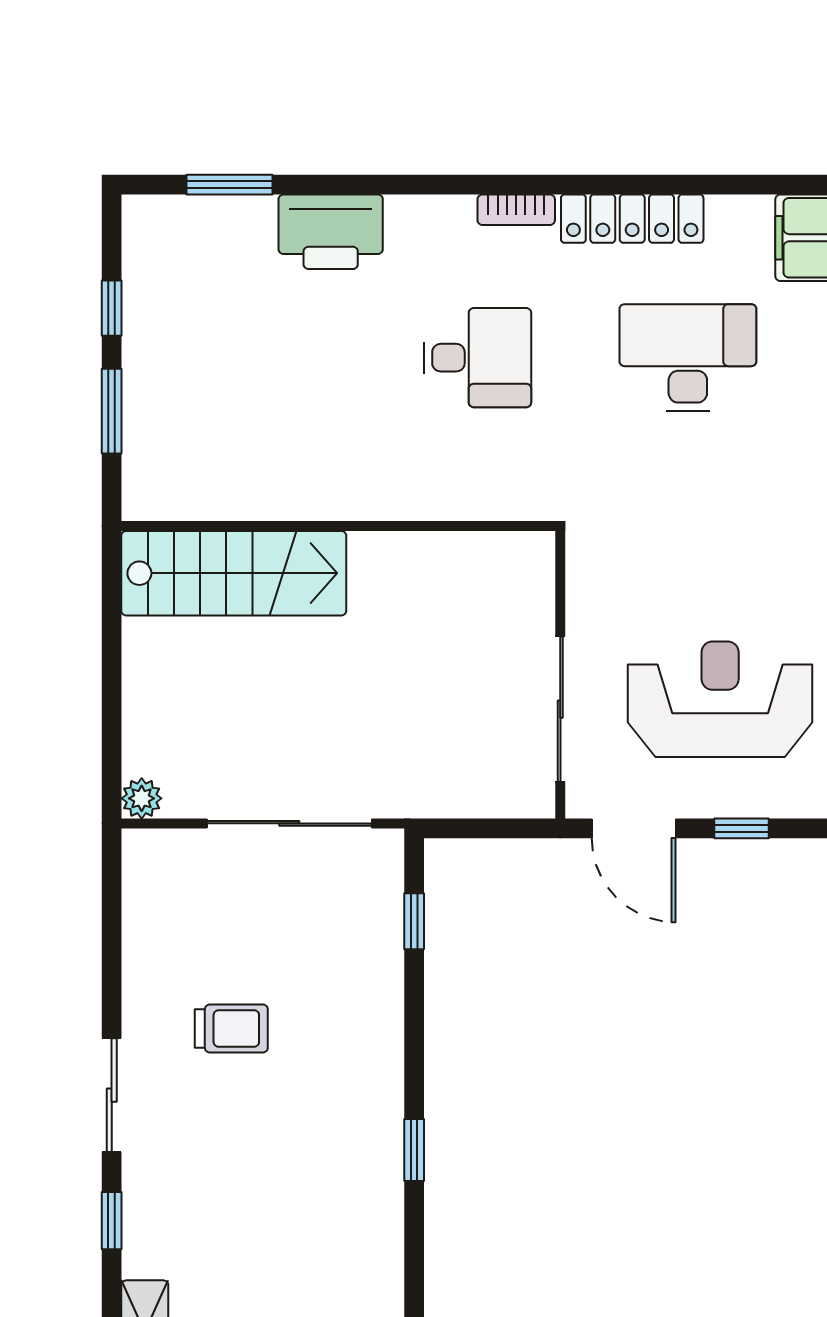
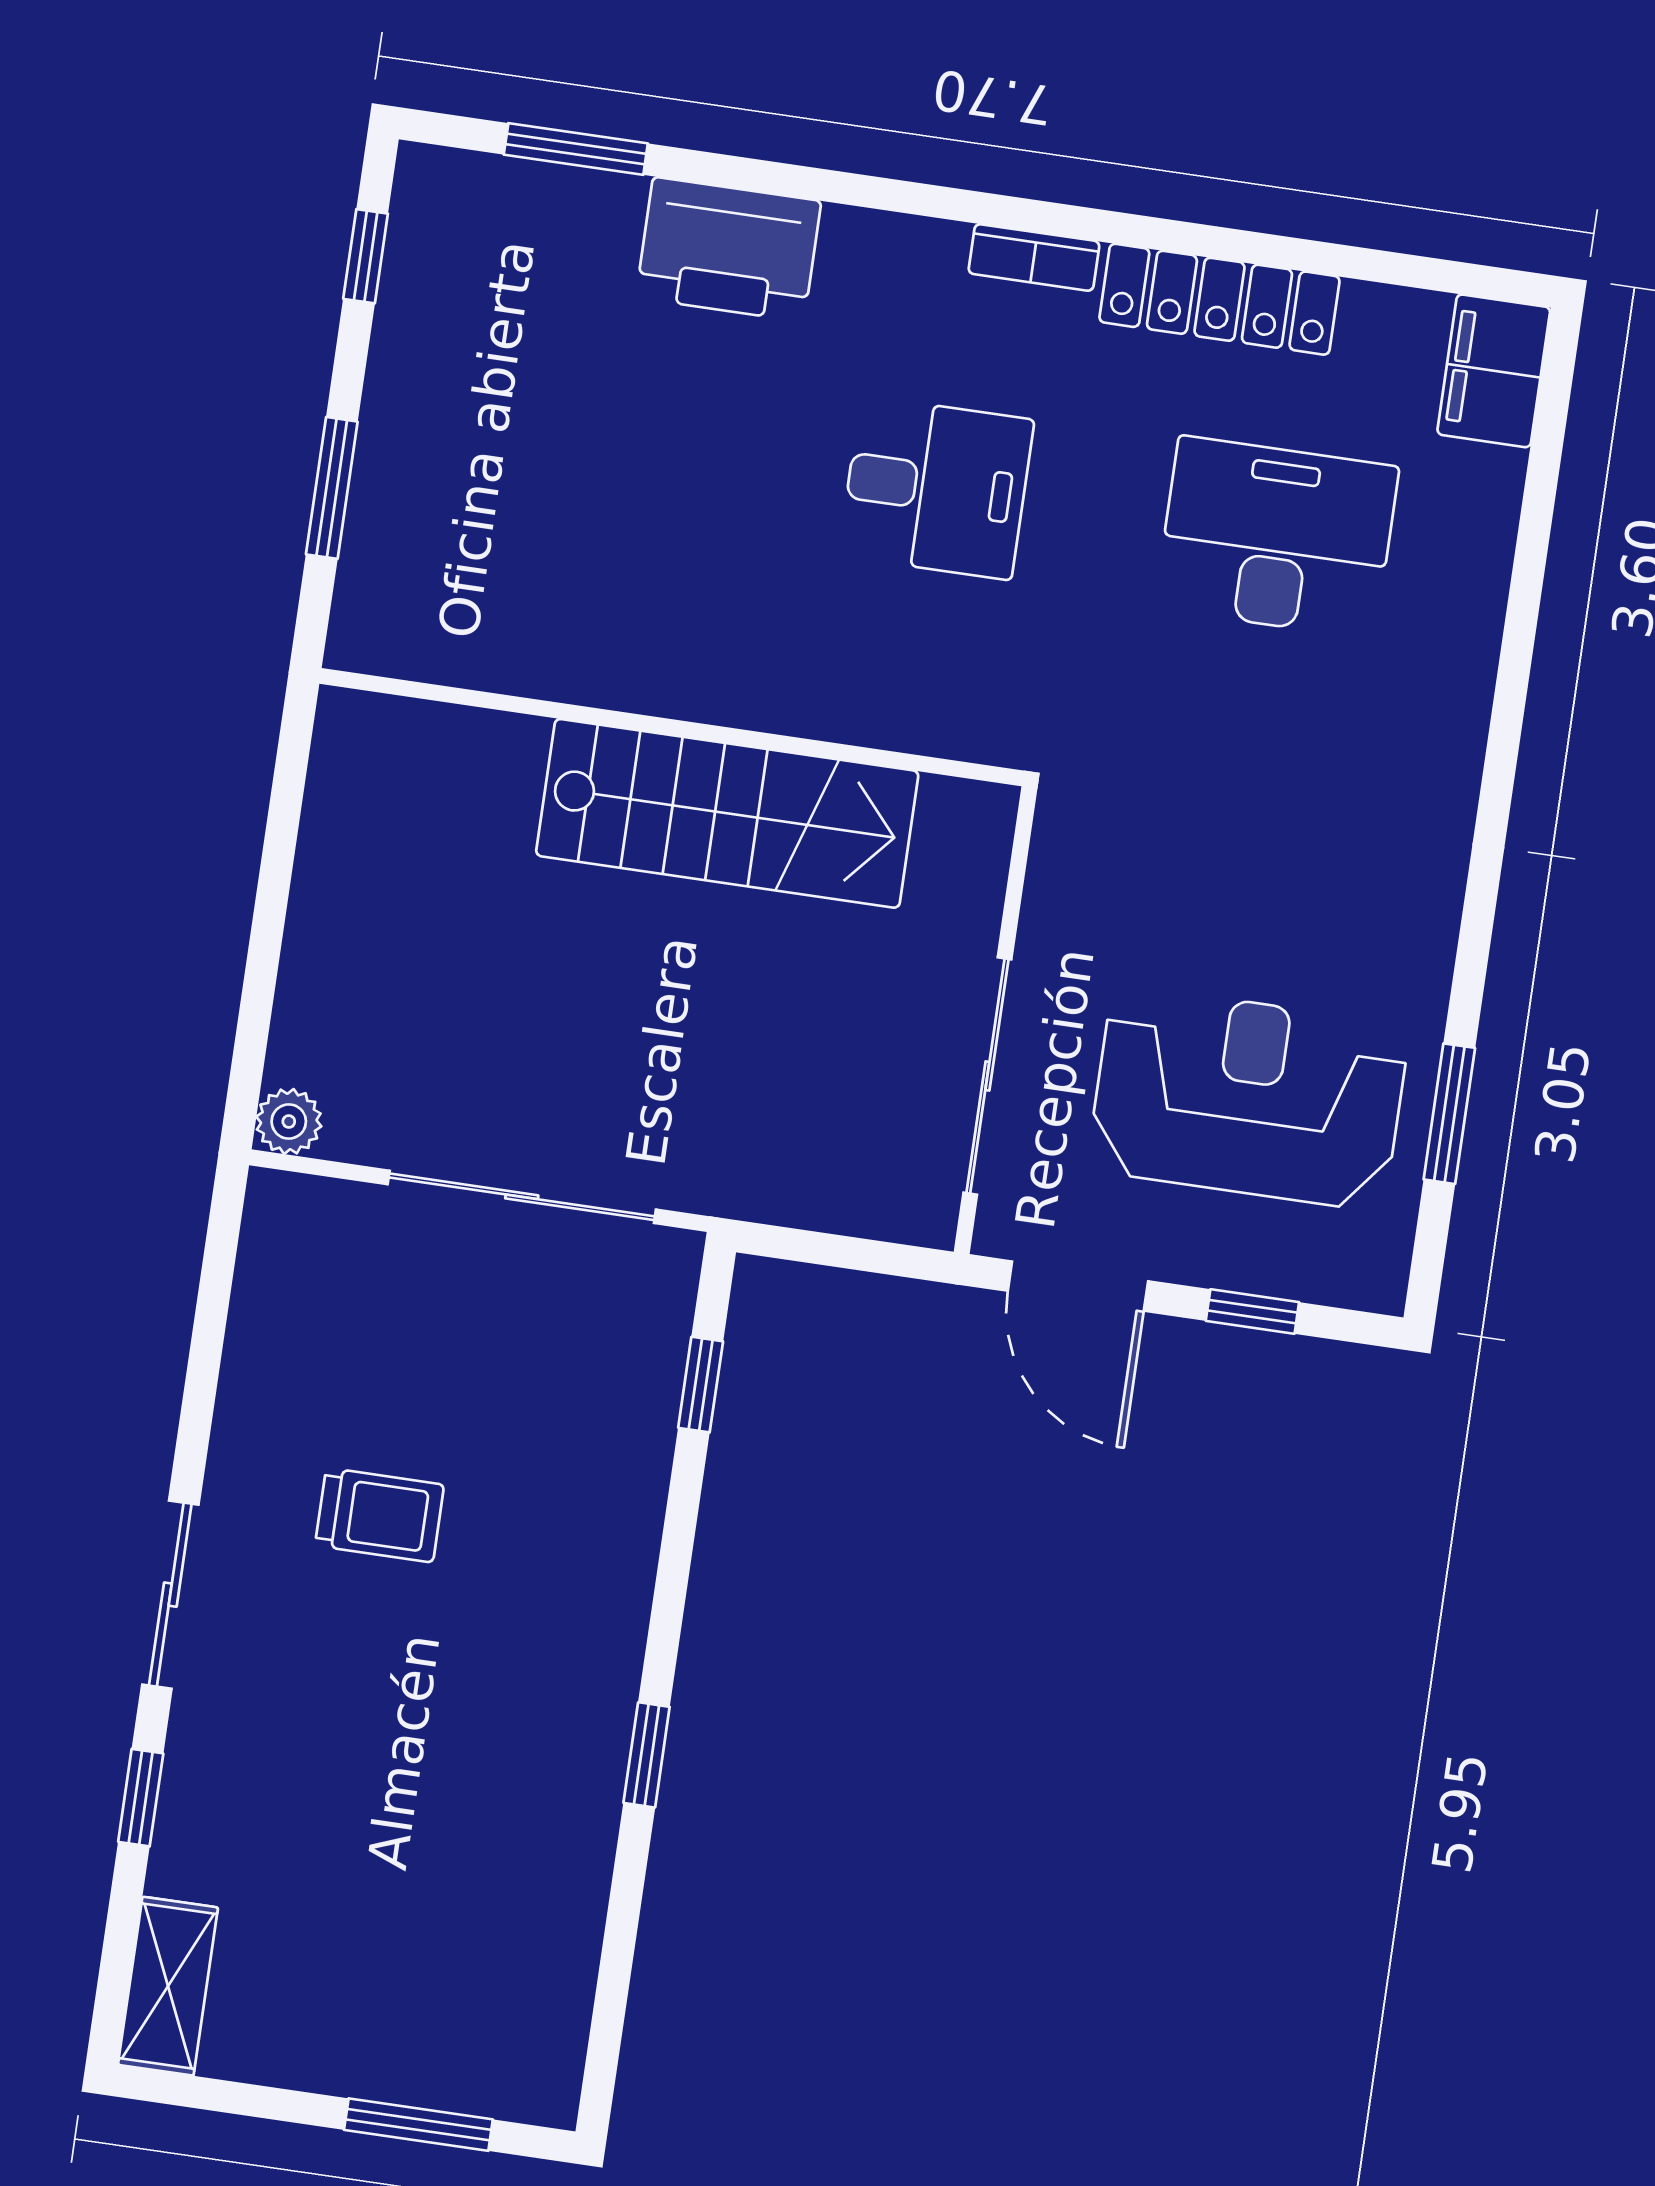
window: (112, 308) -> (366, 256), moved
stairs: (234, 573) -> (727, 813), moved

